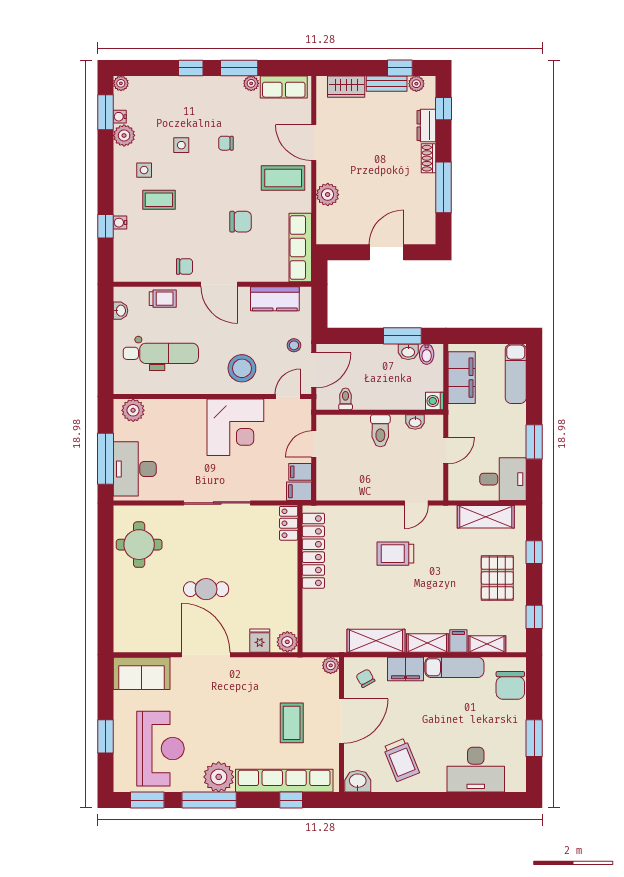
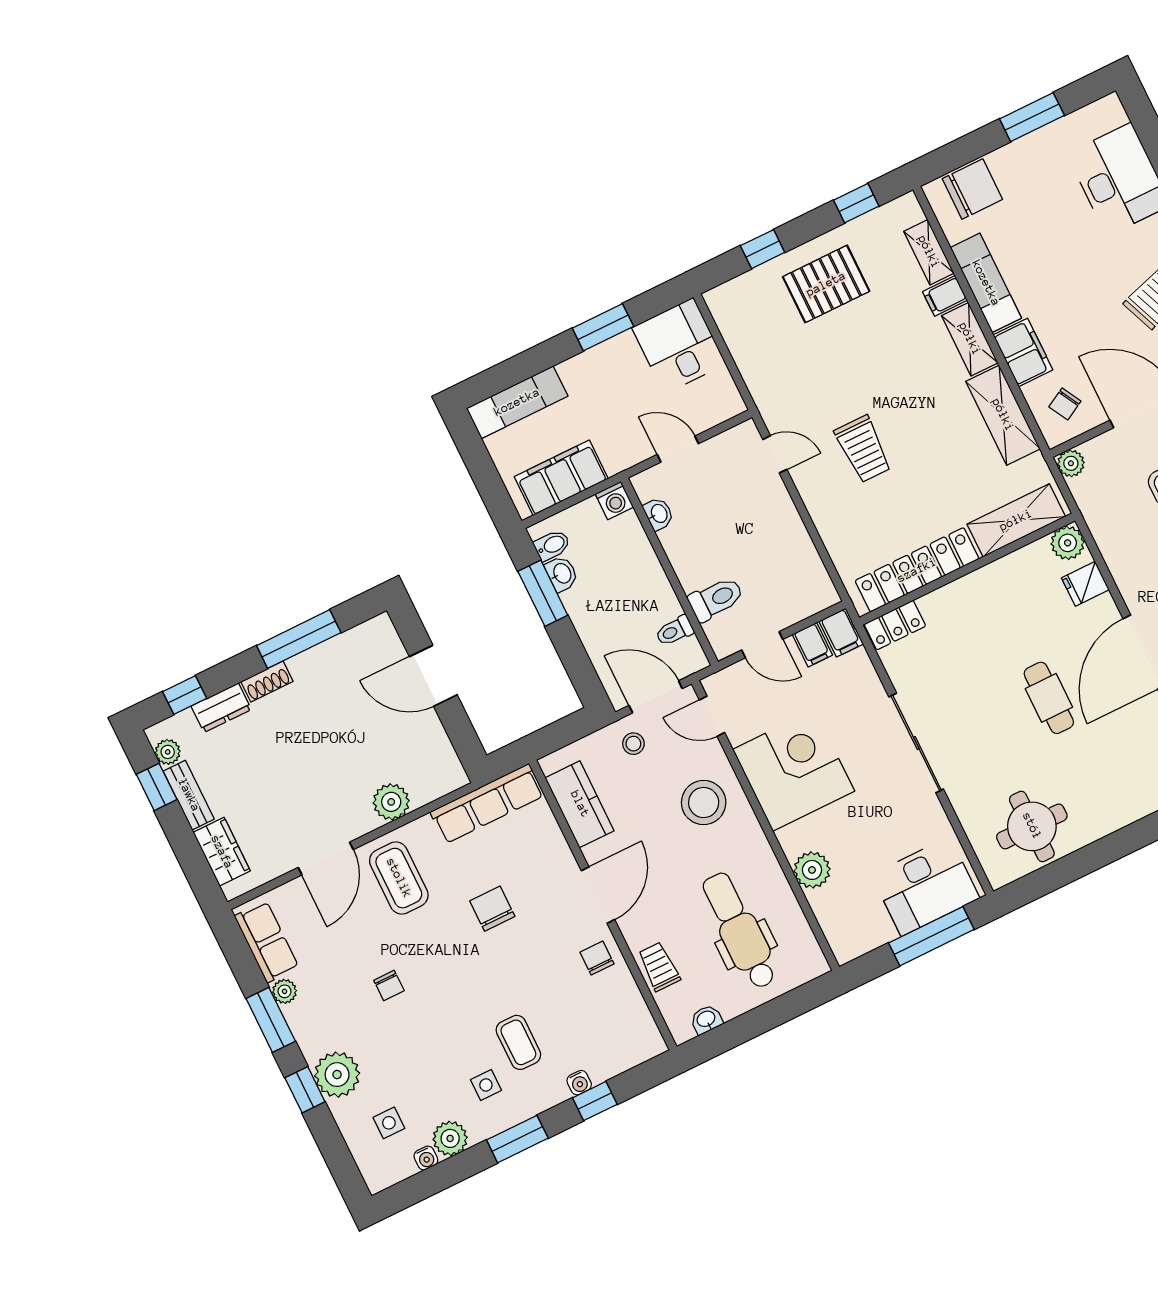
plant: (121, 83) -> (337, 1075), moved, width x1.88, depth x1.88
window: (105, 112) -> (517, 1139), moved
side table: (181, 145) -> (389, 1123), moved
plant: (133, 410) -> (812, 870), moved
toilet: (380, 431) -> (716, 599), moved
shelving: (486, 517) -> (1016, 520), moved, turned 90

